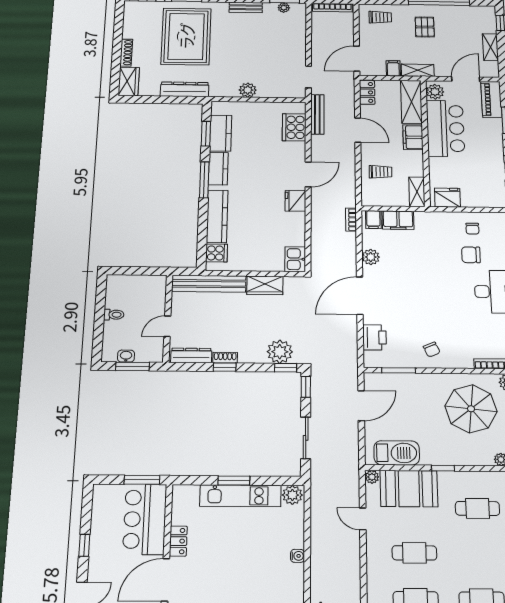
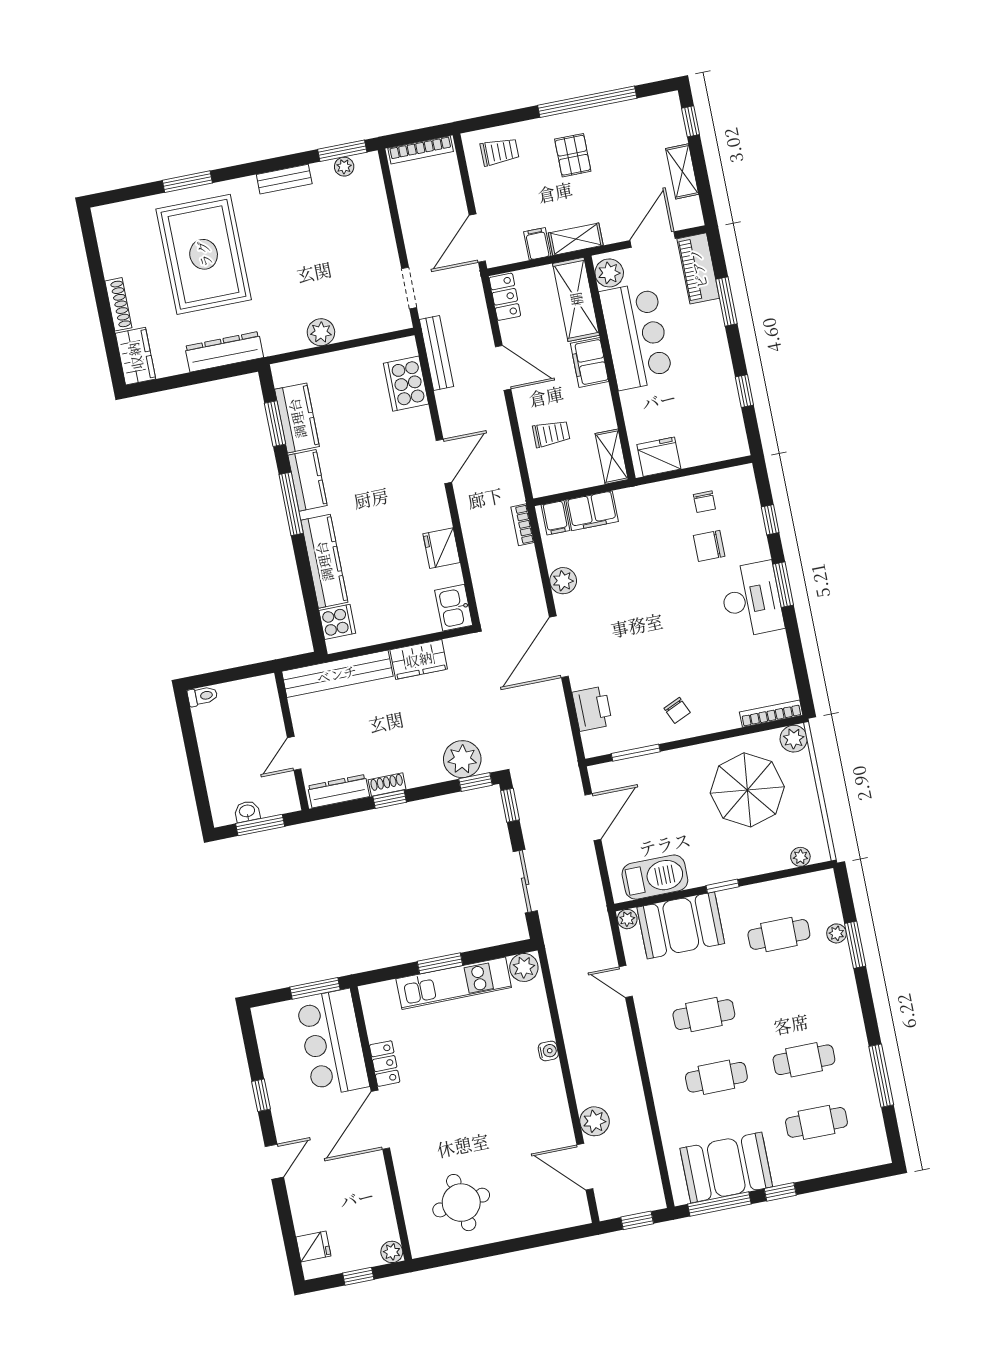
fridge: (295, 201) -> (442, 548), moved
toilet: (114, 315) -> (202, 696), moved

